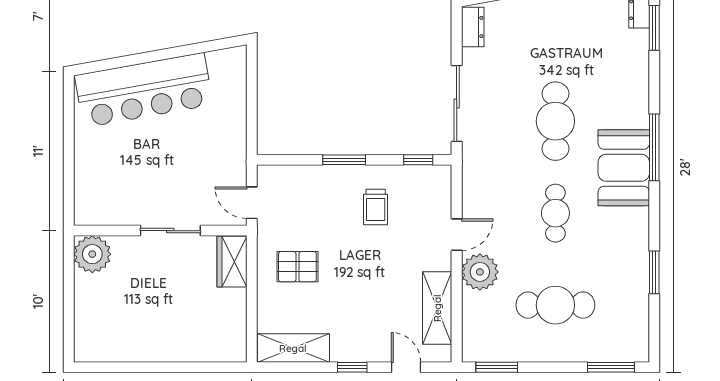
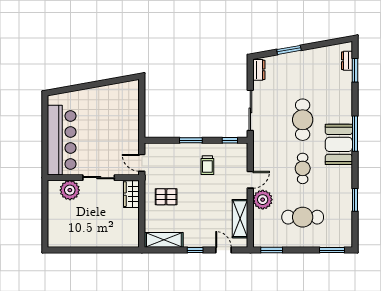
bar counter: (144, 90) -> (62, 140), moved, turned -80
plant: (92, 254) -> (70, 190), moved

